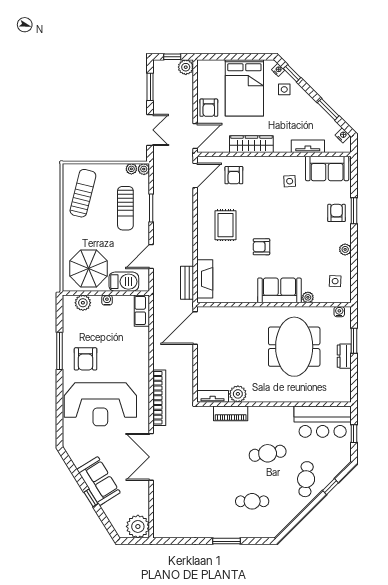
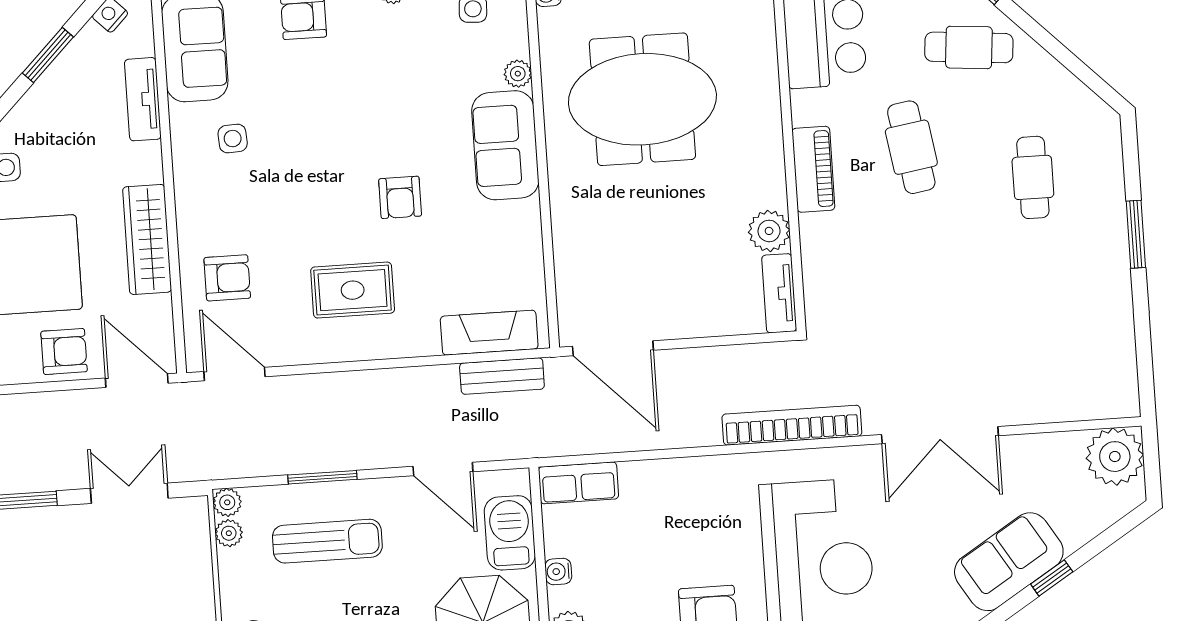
piano: (231, 413) -> (813, 169), moved

